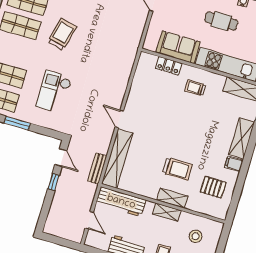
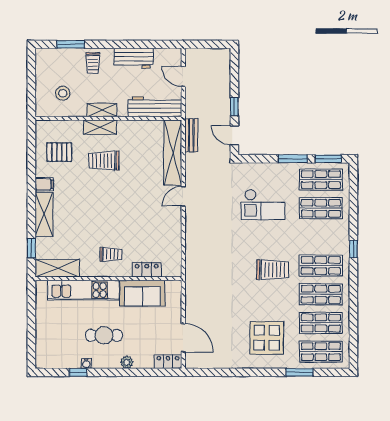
trolley: (62, 34) -> (273, 270), turned -103
checkout: (54, 92) -> (263, 204), turned 90
door: (119, 119) -> (183, 196), swing flipped

